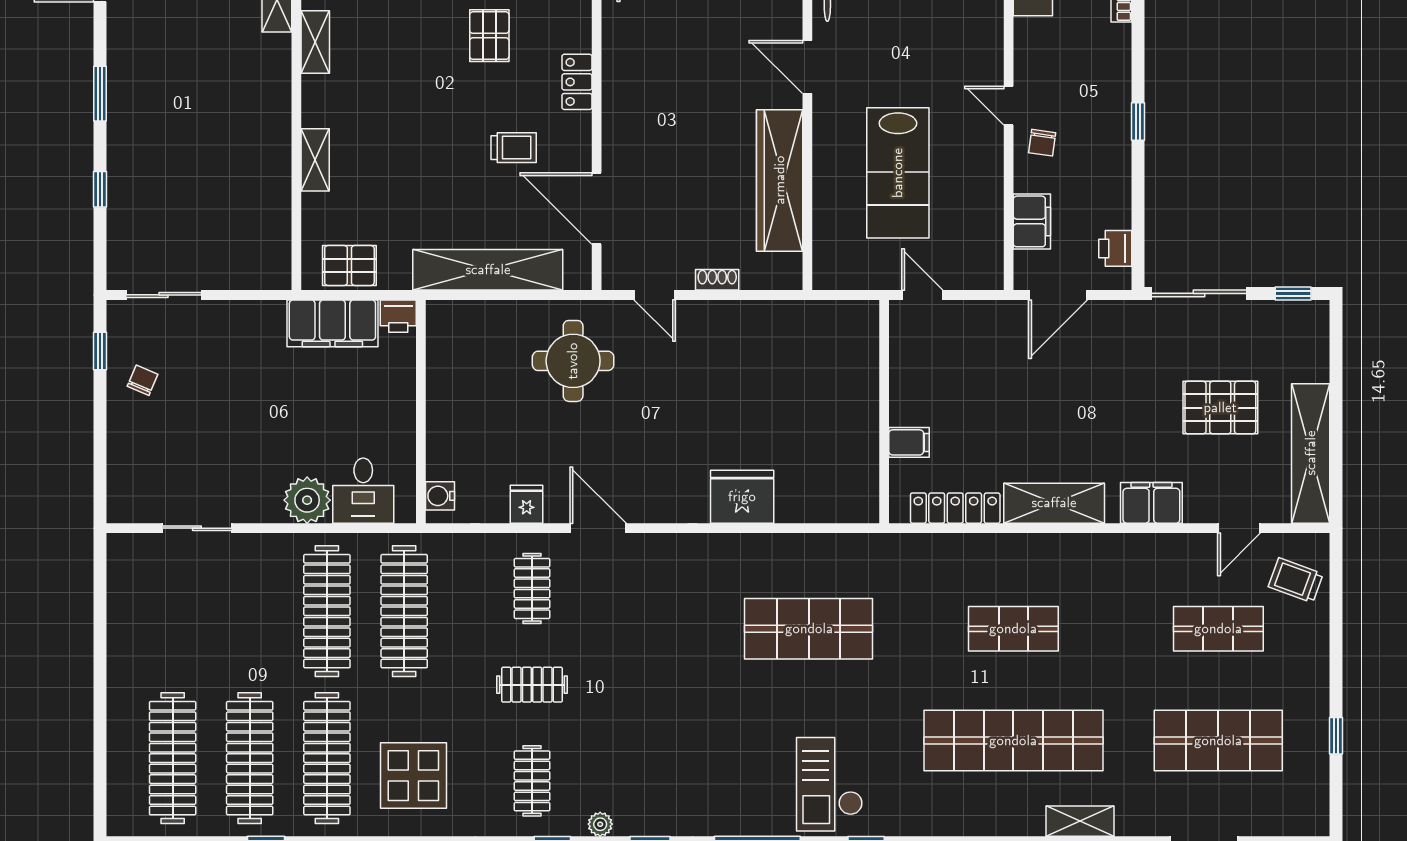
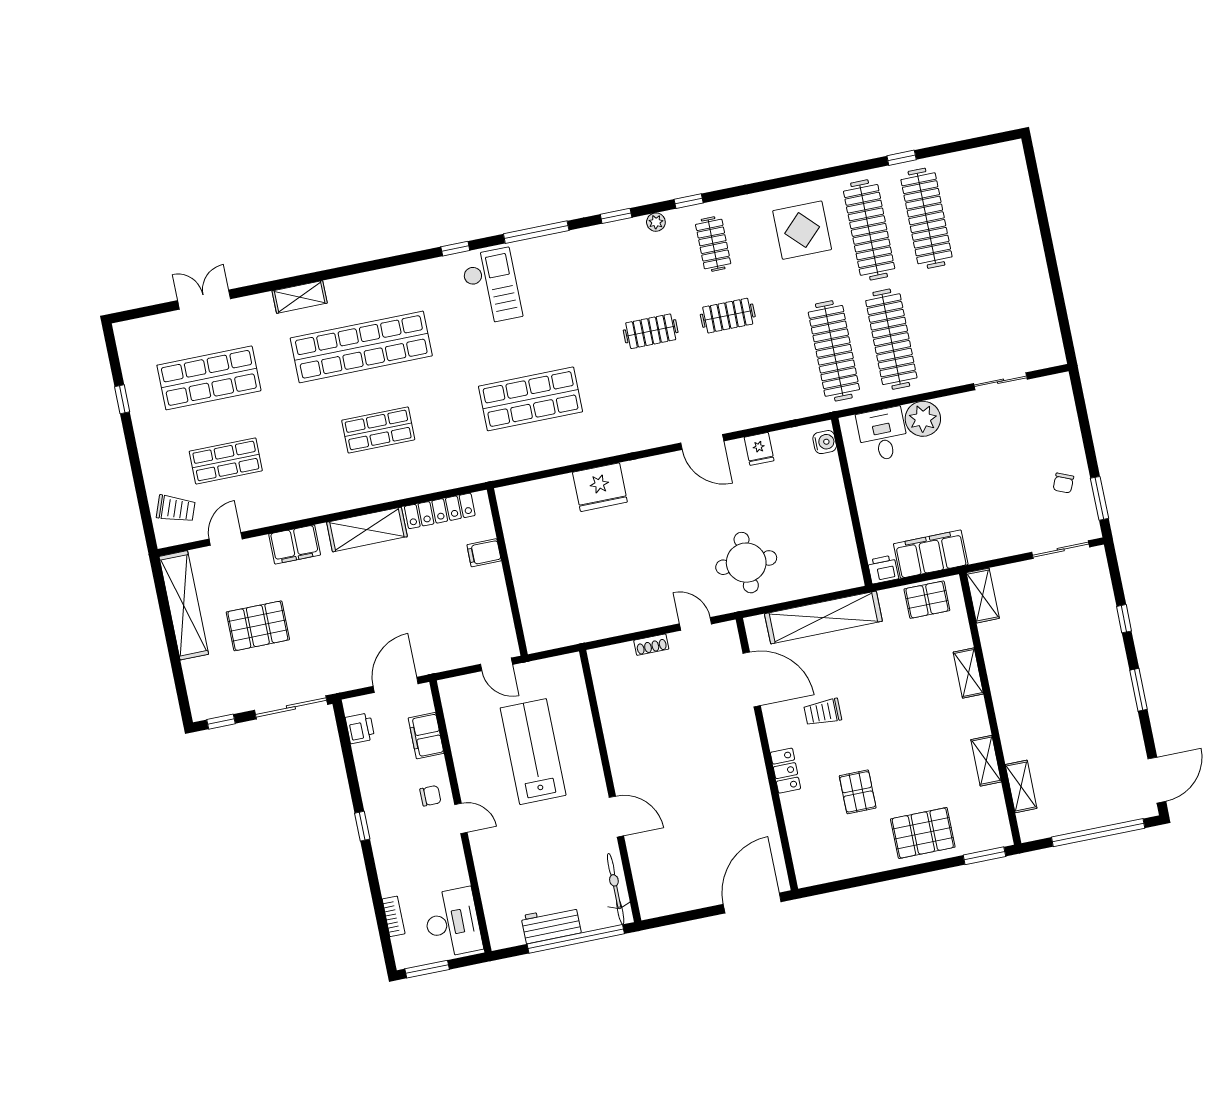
chair: (1042, 143) -> (430, 796), turned 82
wardrobe: (780, 180) -> (620, 728), removed
shelving: (276, 256) -> (983, 596), added
window: (100, 351) -> (1100, 498), width x1.50
clothes rail: (532, 588) -> (651, 331), moved, turned 90
clothes rail: (173, 758) -> (984, 207), removed

